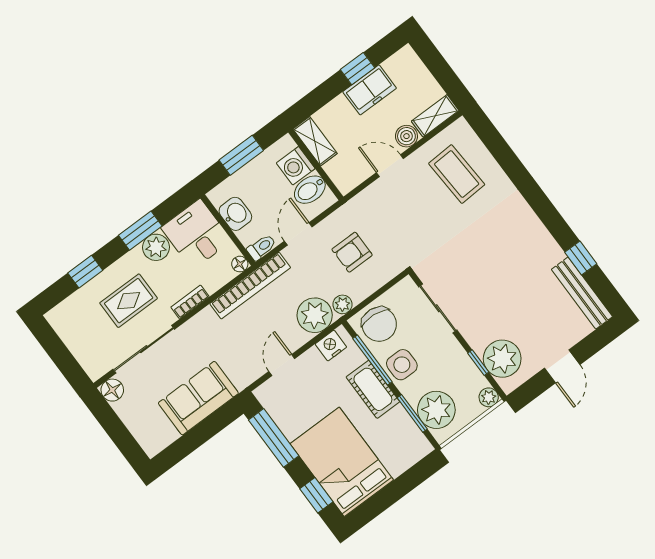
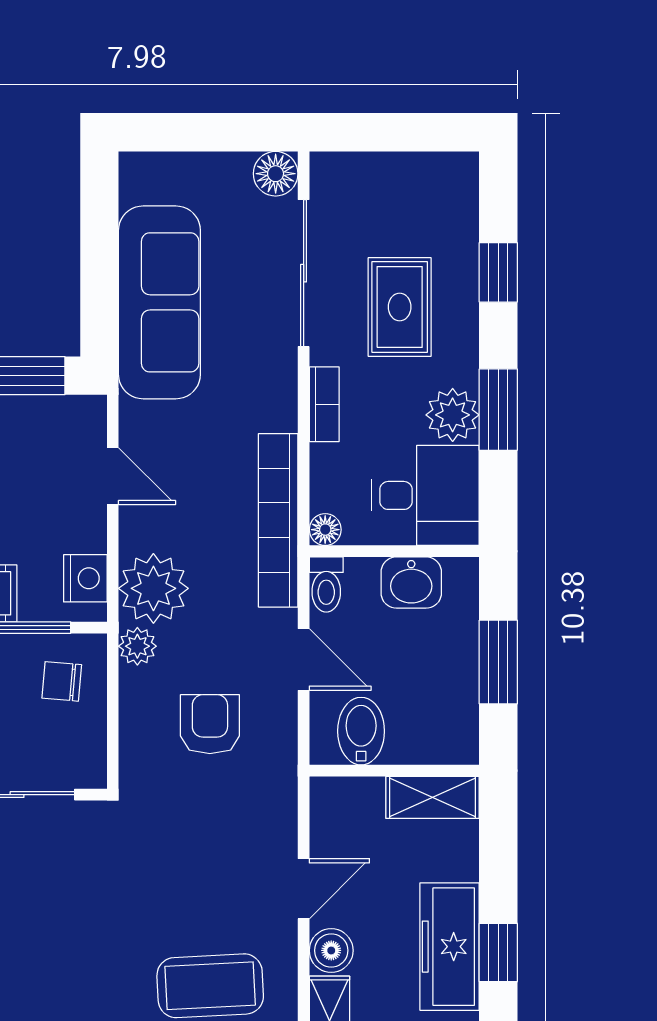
freezer: (370, 90) -> (450, 947), width x1.40
washing machine: (296, 166) -> (416, 737), removed
chair: (379, 324) -> (62, 681), width x0.54, depth x0.54
sofa: (198, 398) -> (159, 302), width x1.36

